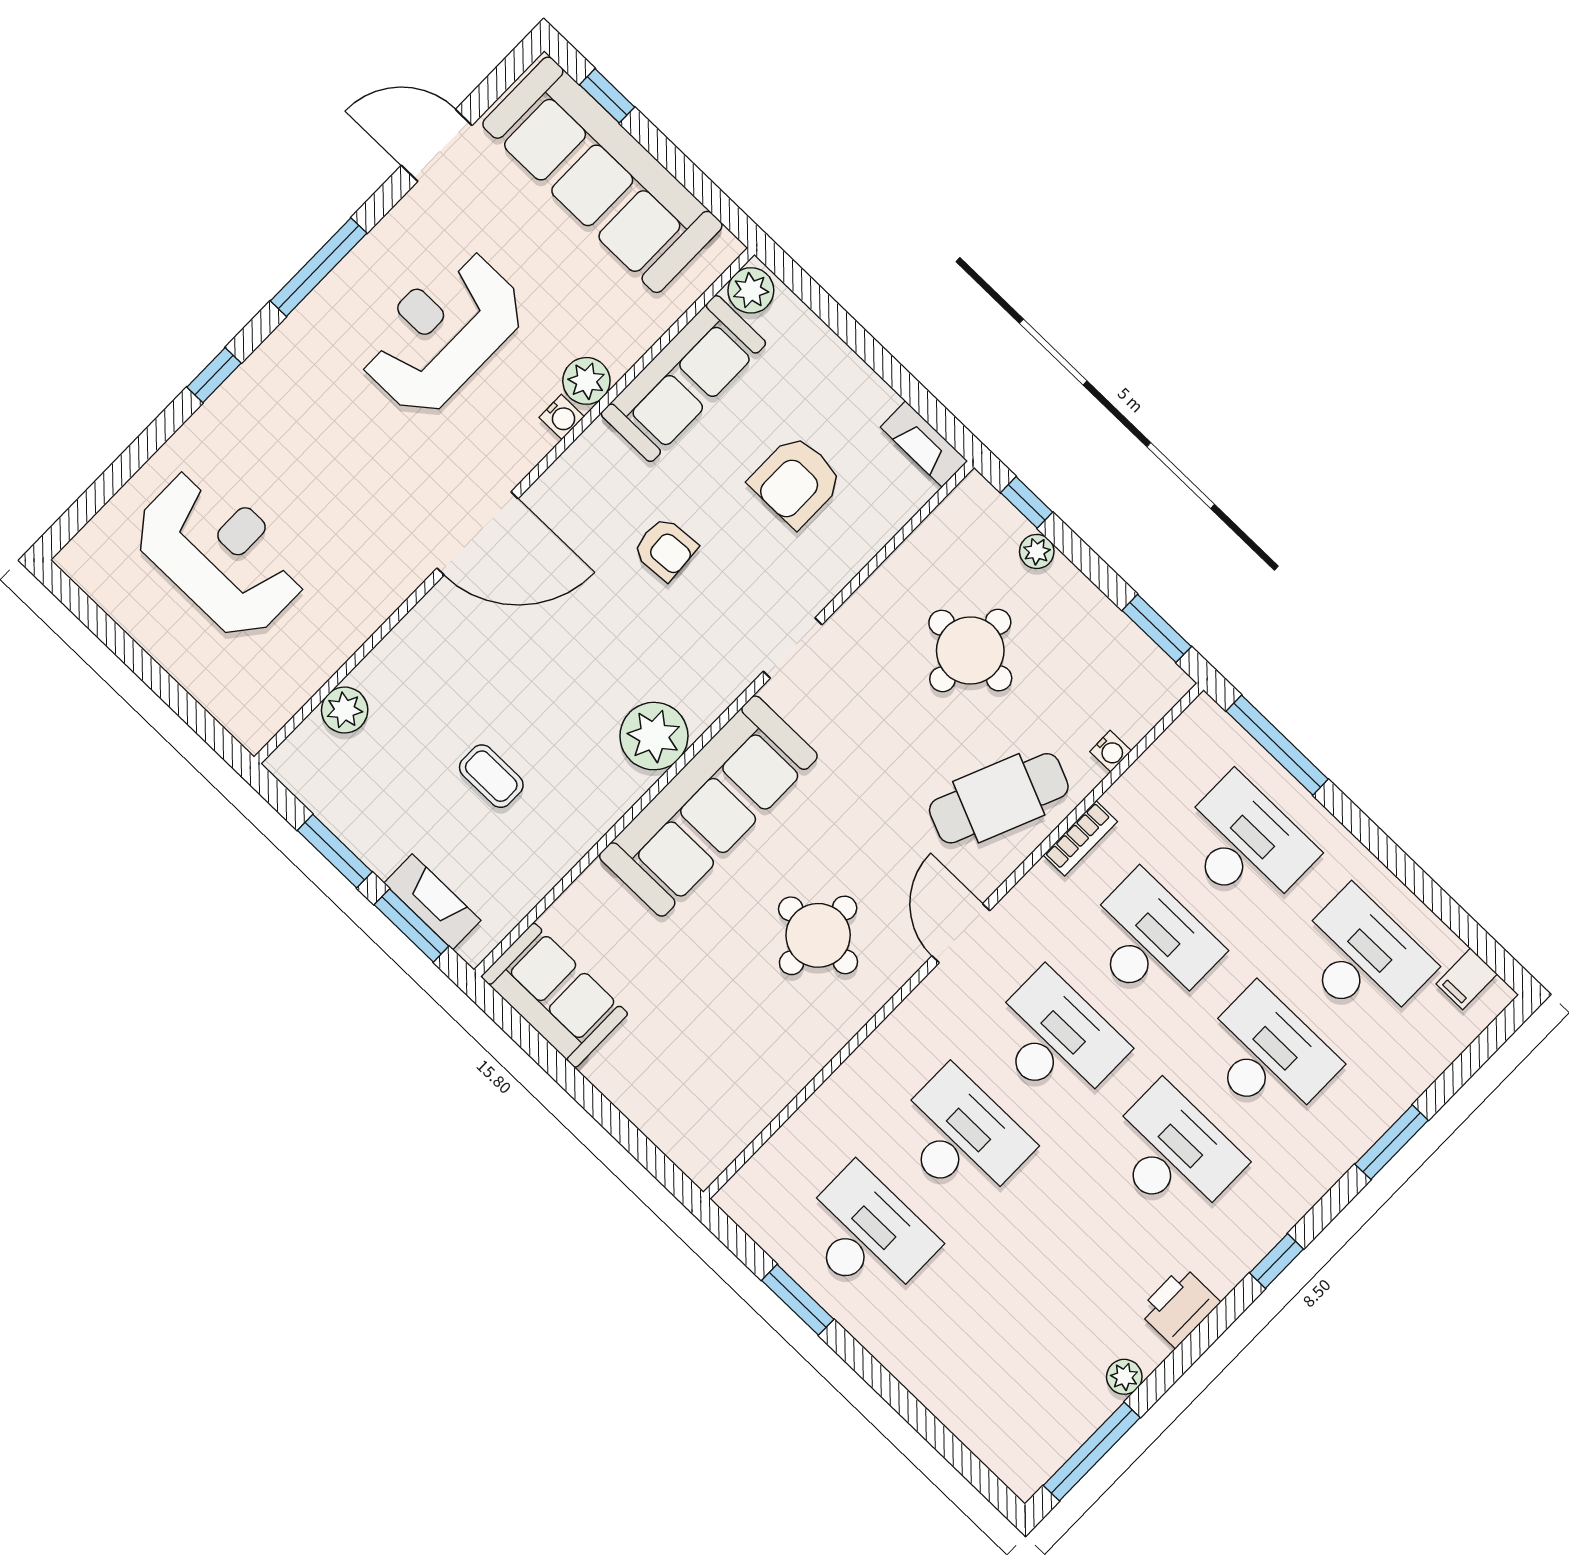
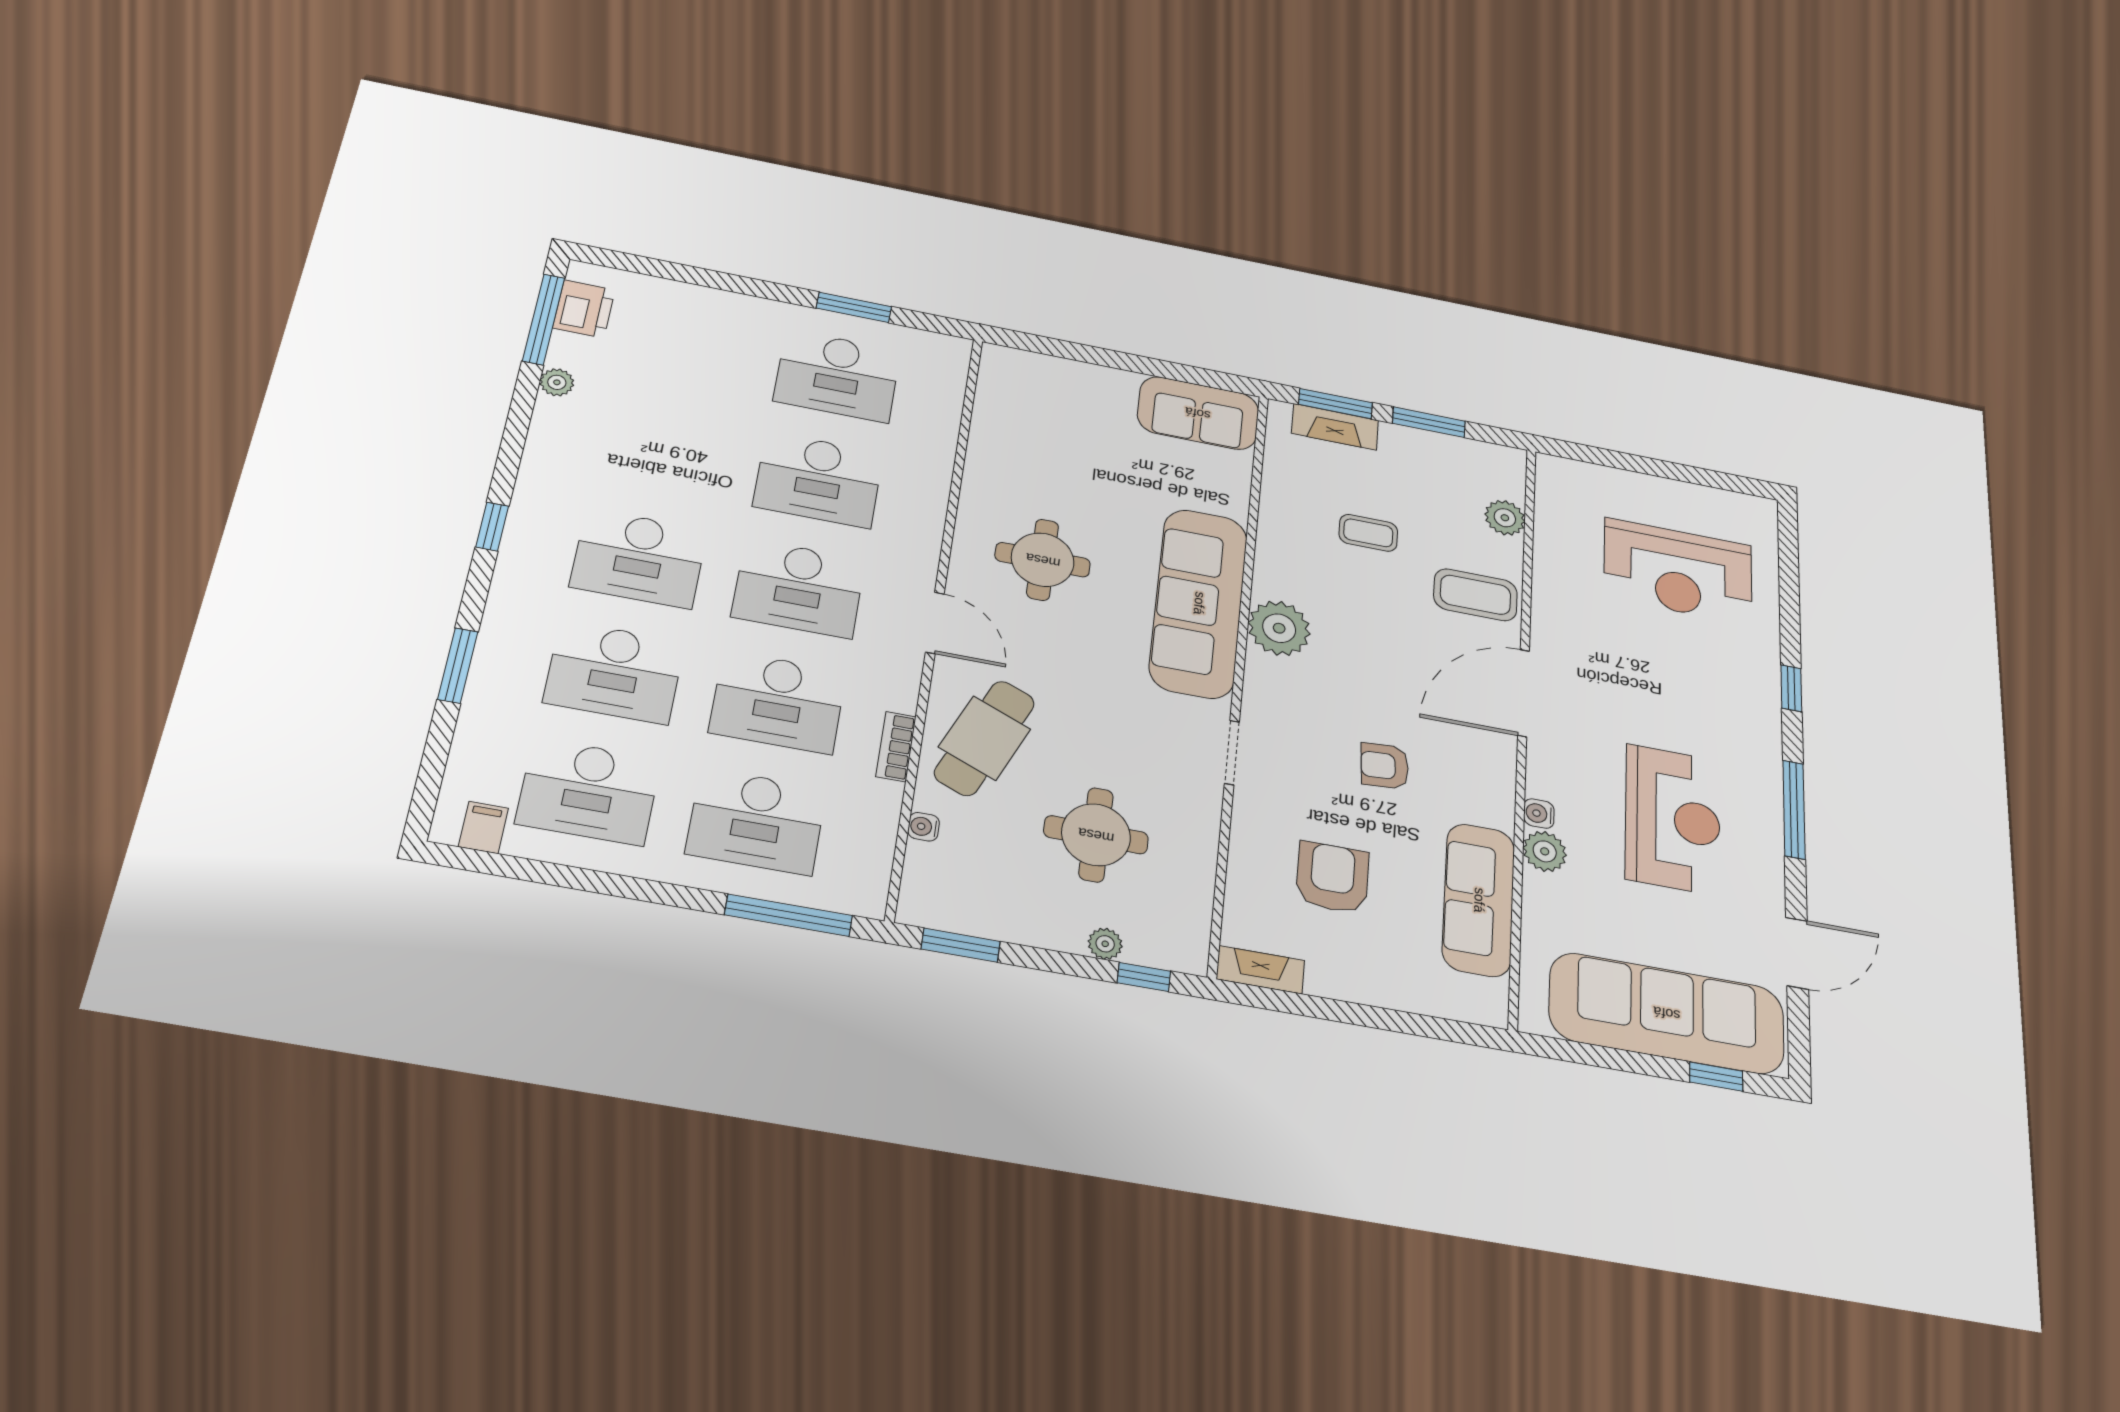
plant: (751, 290) -> (1487, 1000), removed
coffee table: (441, 653) -> (1475, 595), added
printer: (1179, 1307) -> (584, 309), moved

